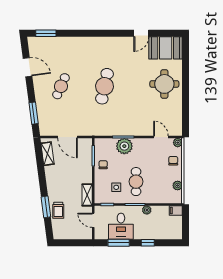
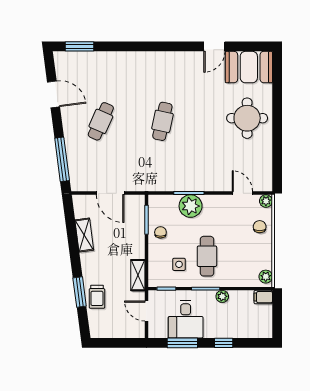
cafe table: (105, 86) -> (162, 121), width x0.73, depth x0.74
window: (34, 113) -> (62, 159), width x1.44
shelving: (48, 154) -> (84, 235), moved
plant: (178, 186) -> (266, 277), moved

